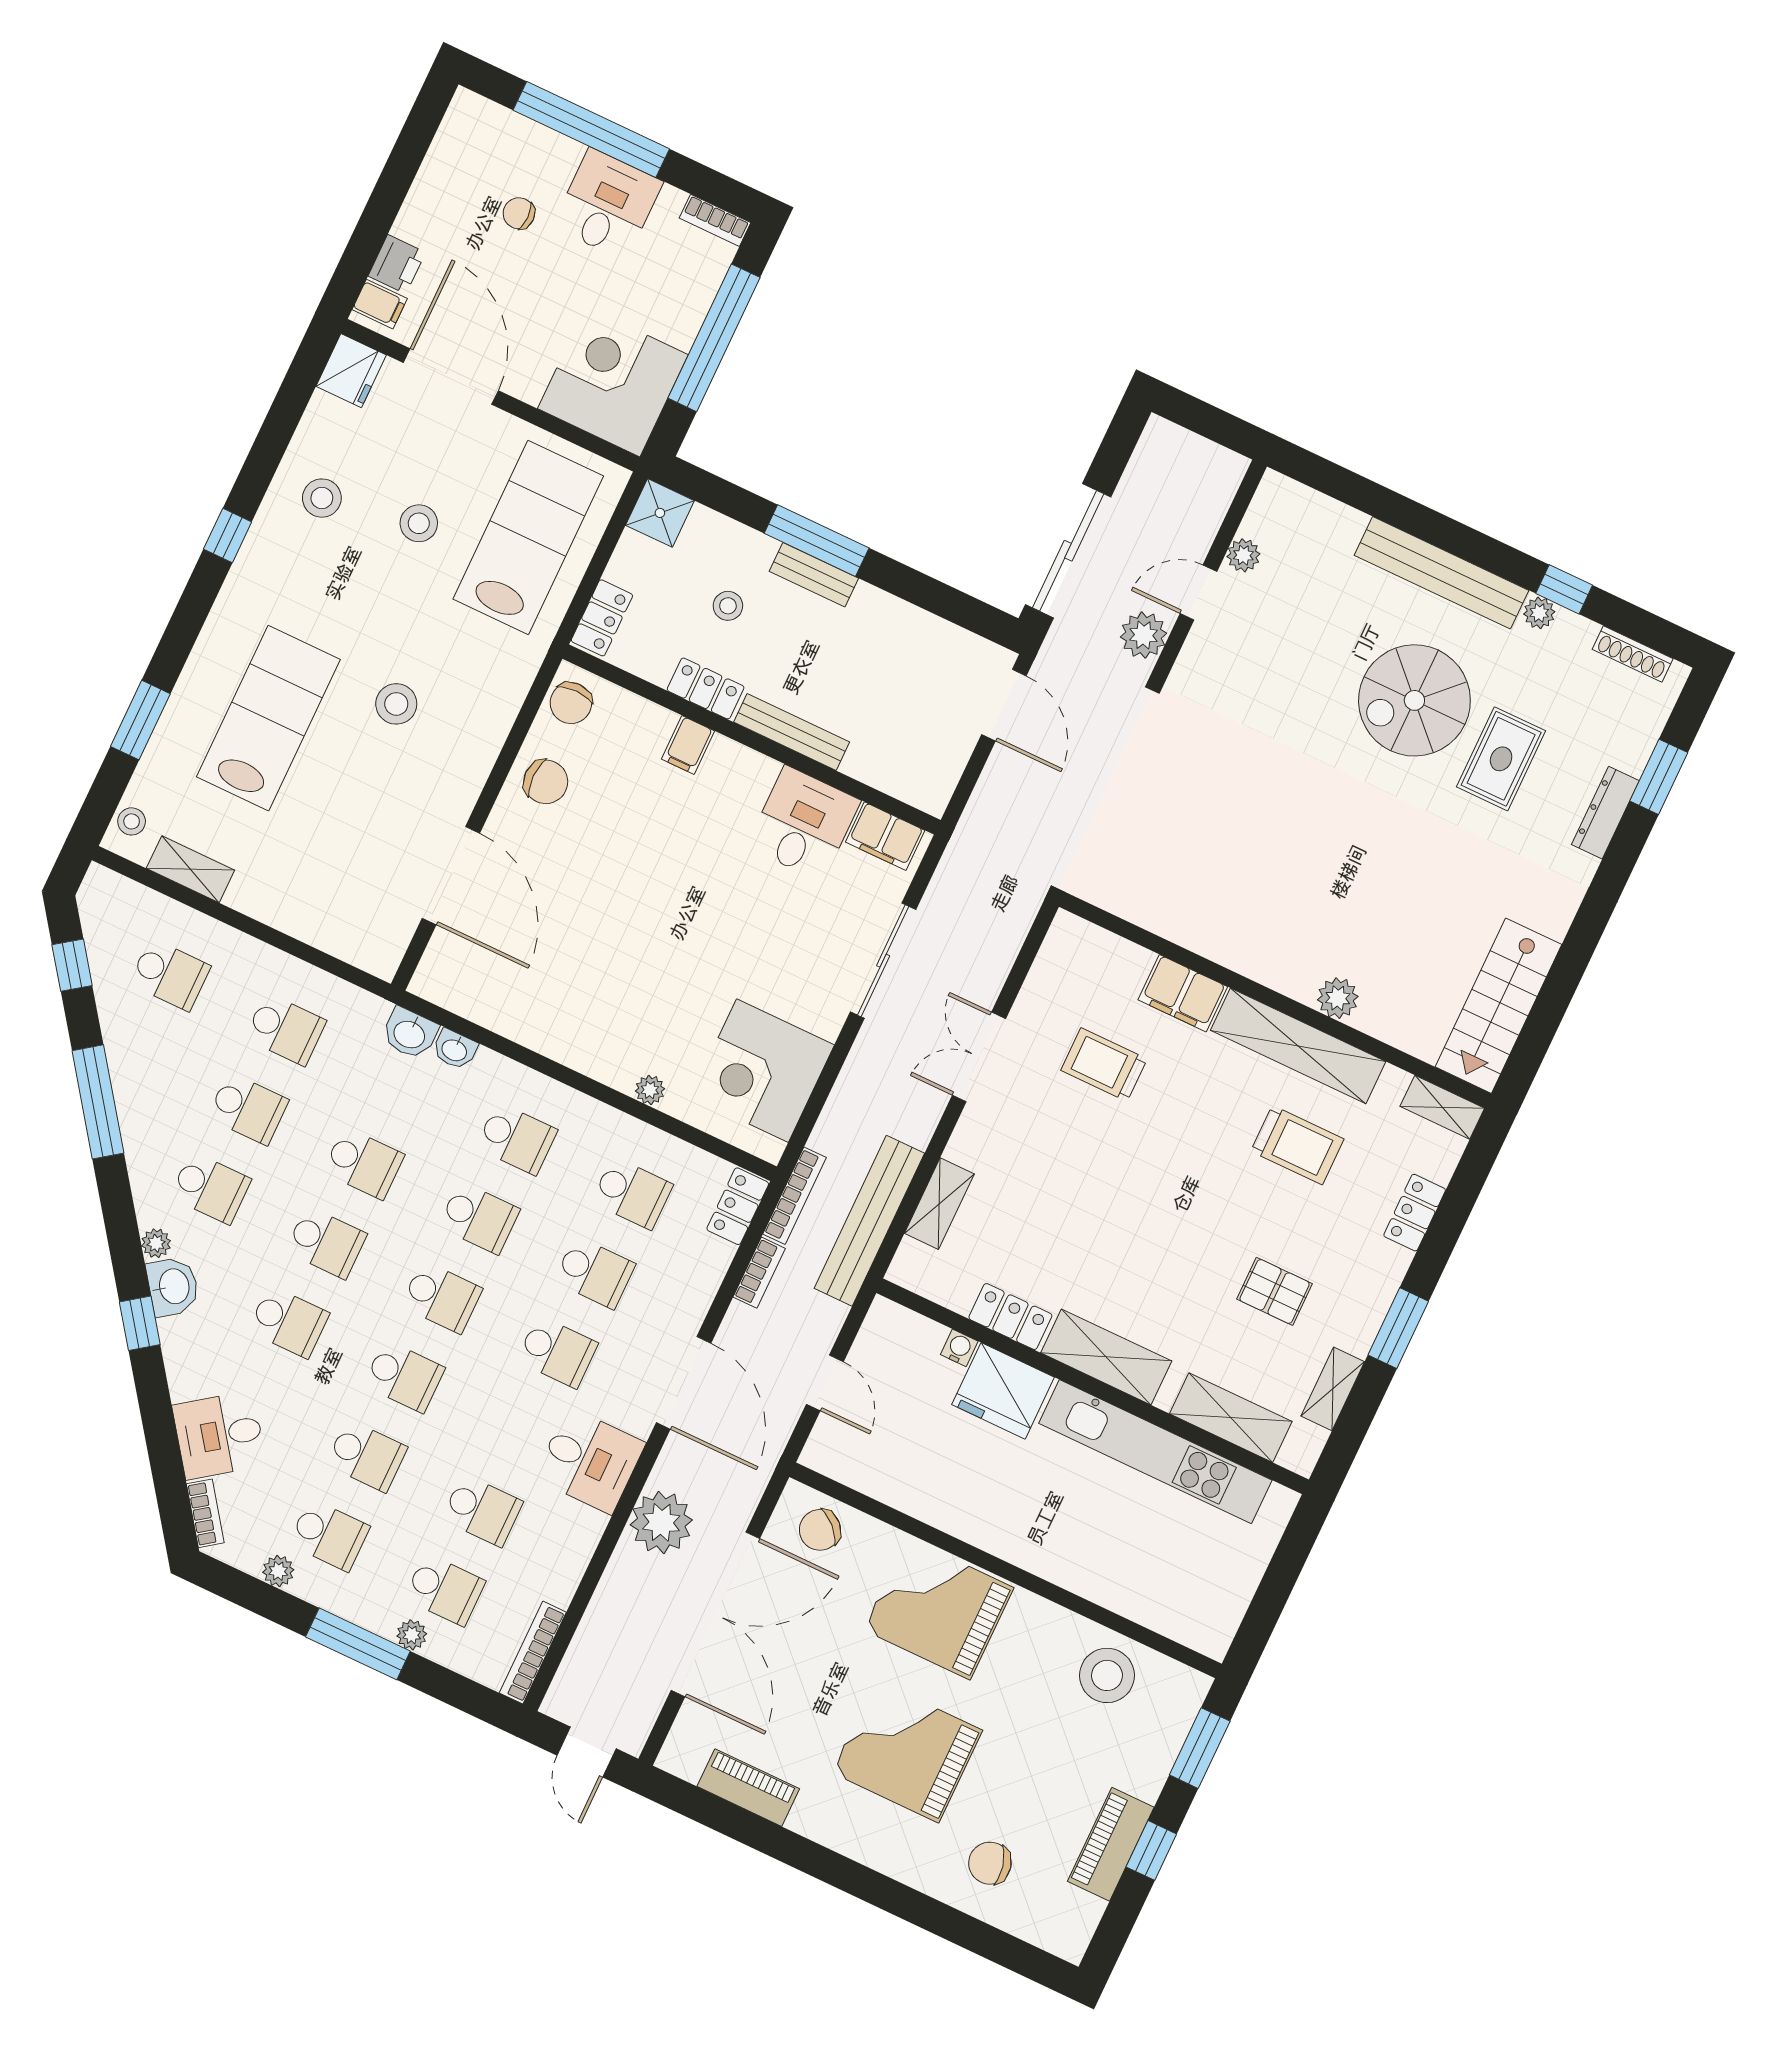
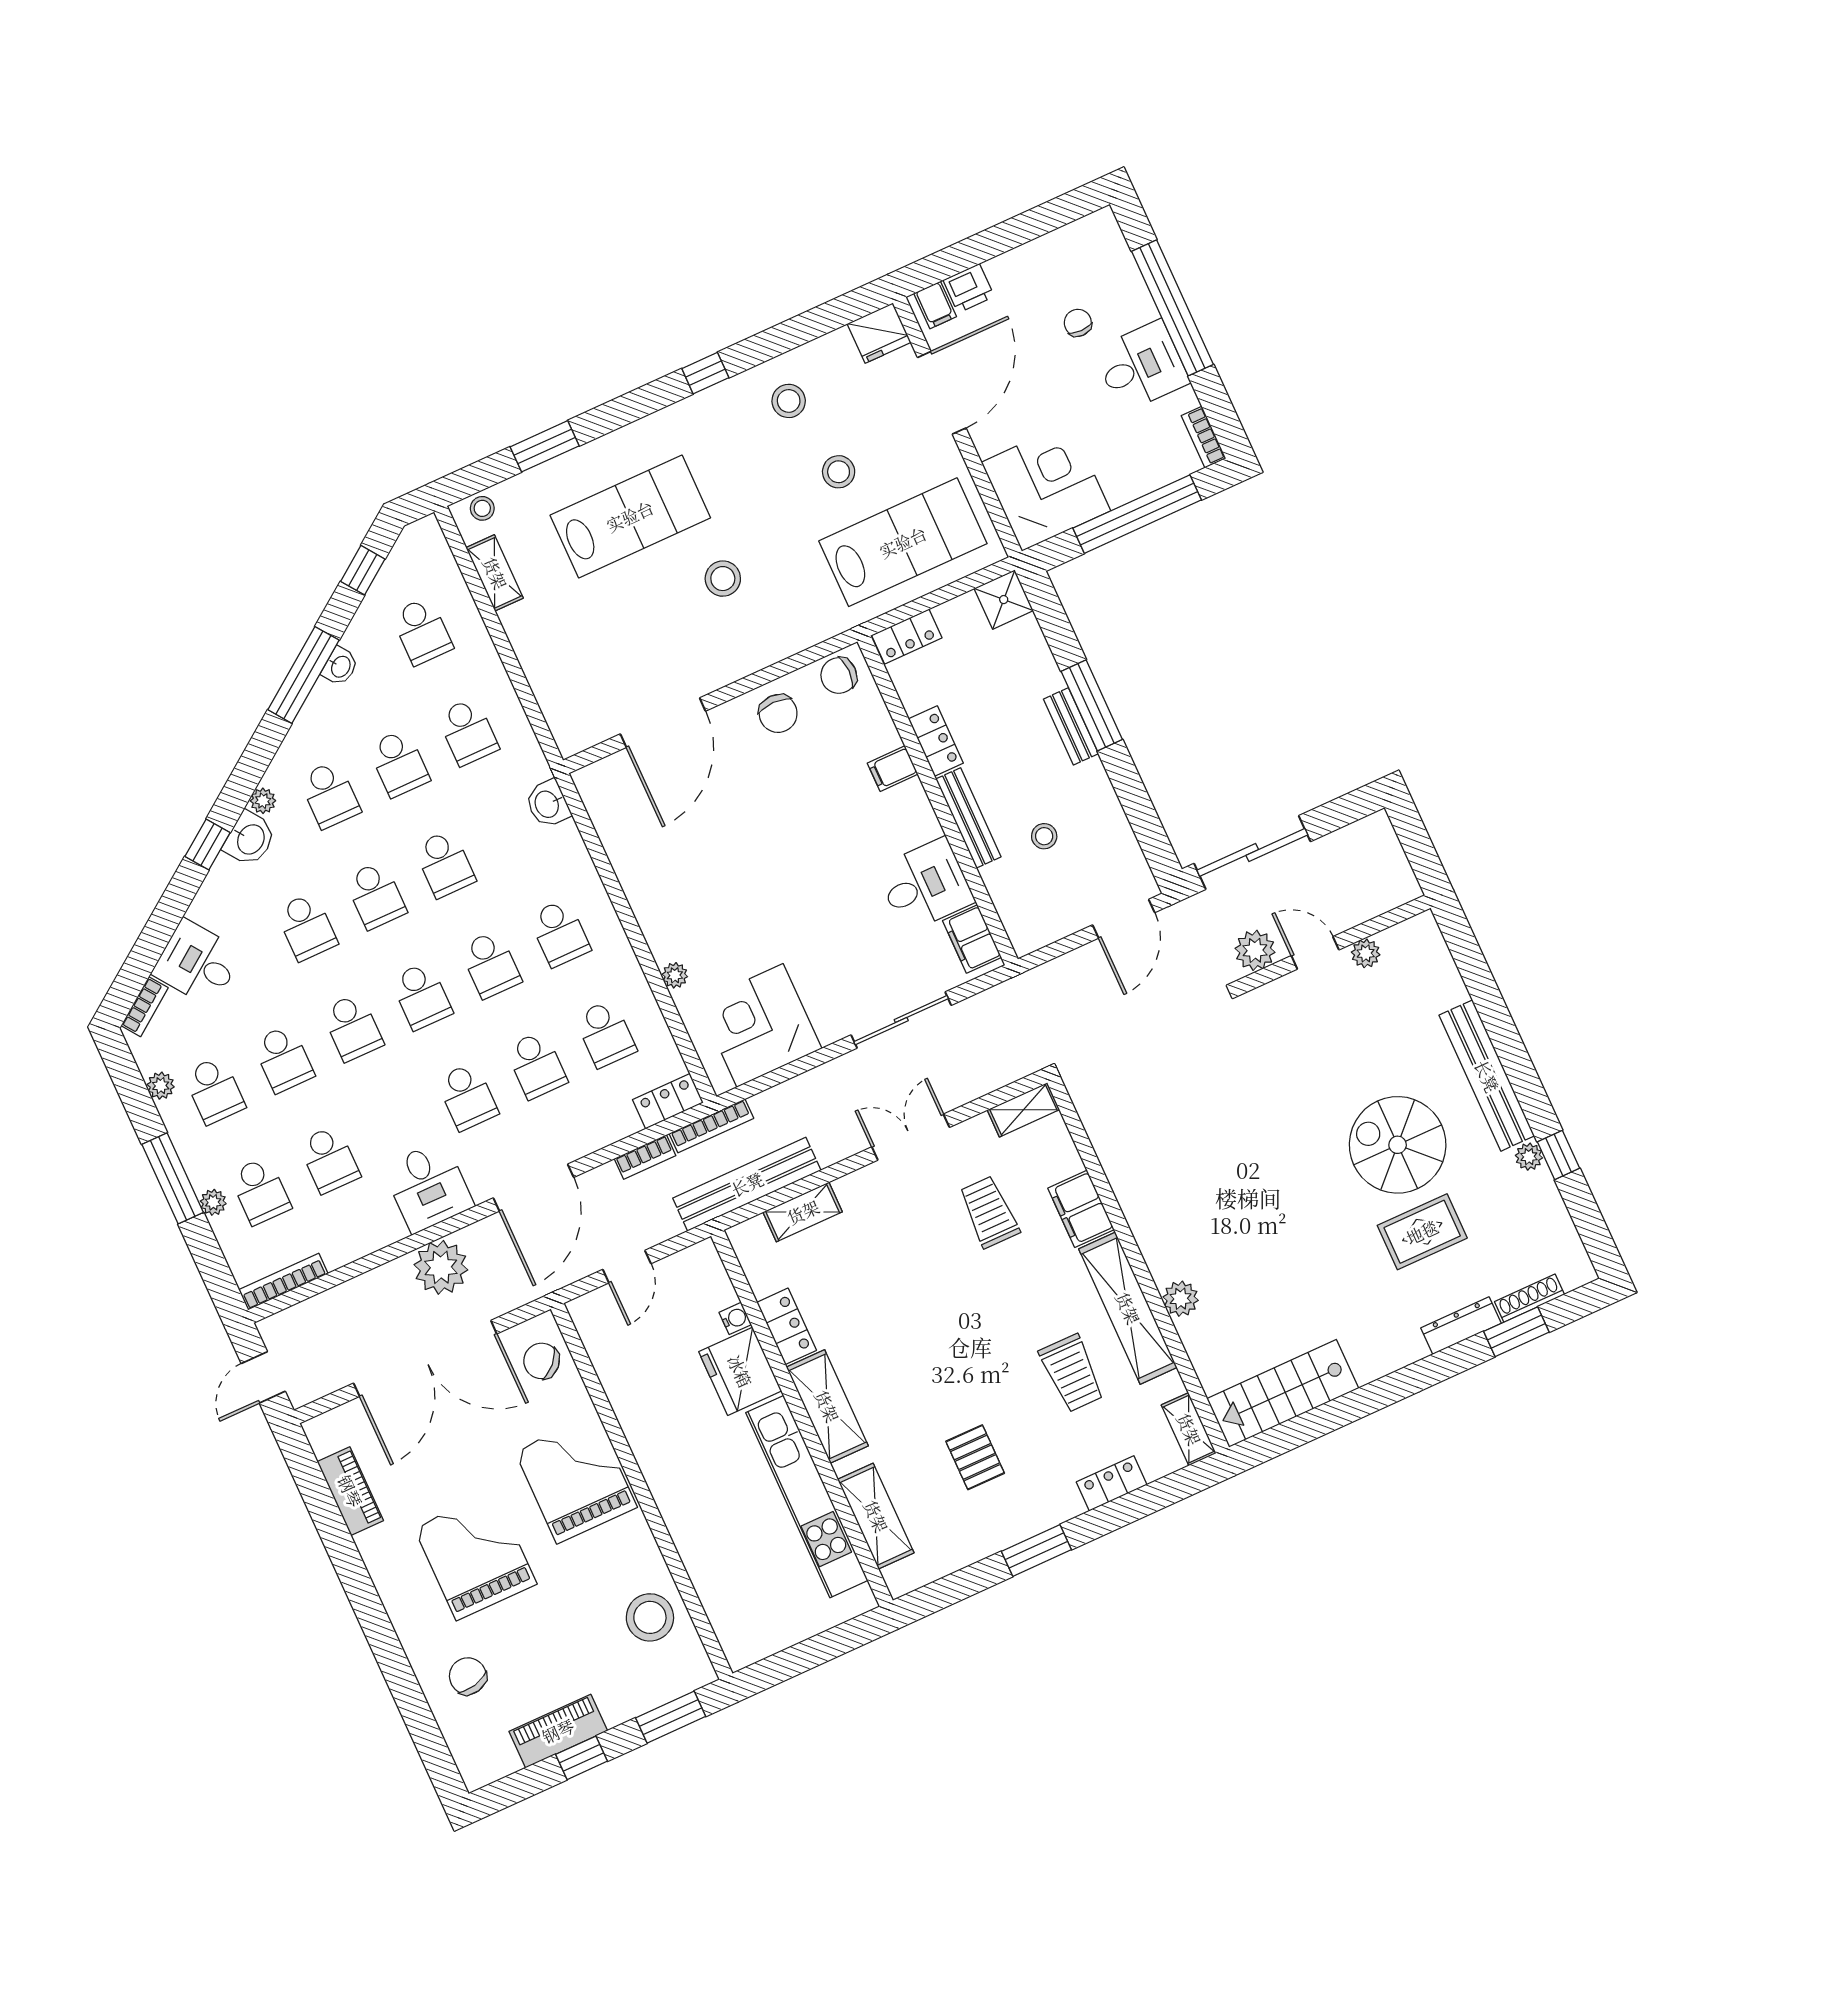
stool: (728, 606) -> (1044, 836), moved
shoe rack: (1633, 654) -> (1529, 1298), moved, turned 90
washbasin: (455, 1049) -> (340, 666), moved, turned -126
shelving: (1333, 1389) -> (1023, 1110), moved

